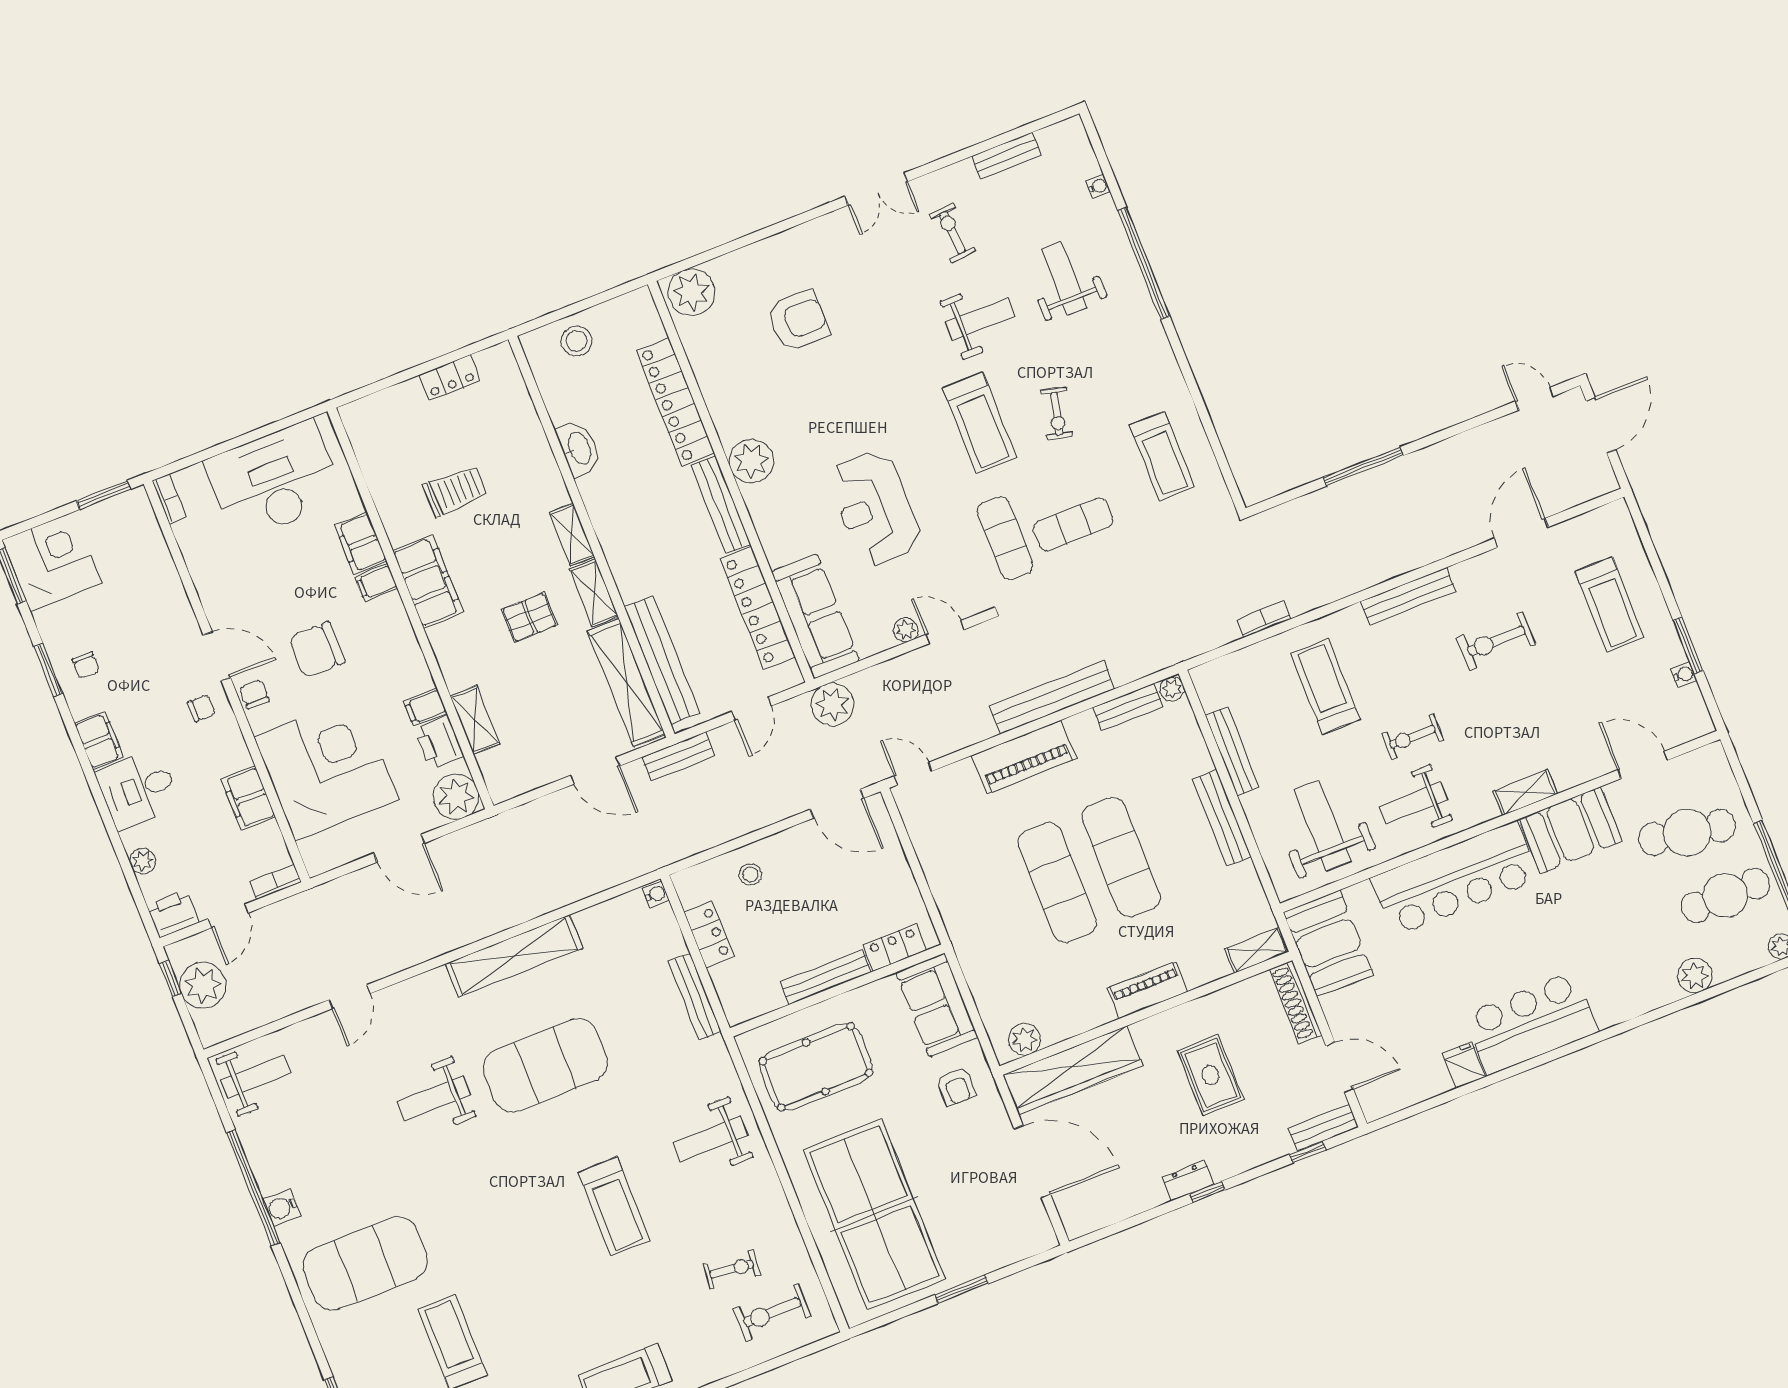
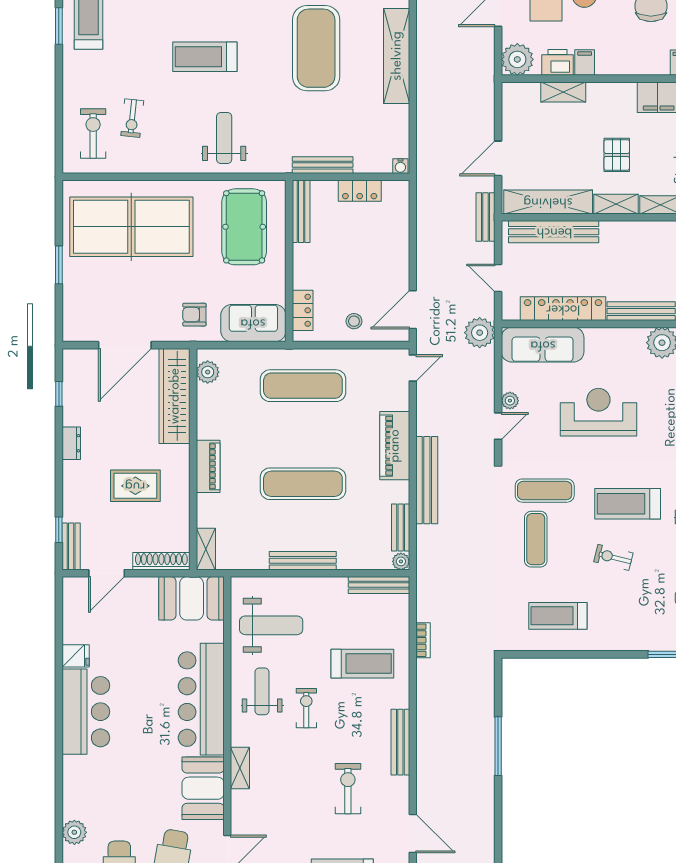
bench: (1232, 751) -> (379, 585), moved
stool: (750, 874) -> (354, 321), moved
exercise mat: (1057, 883) -> (303, 386), moved
bench: (826, 977) -> (301, 211), moved
window: (1207, 1192) -> (59, 394), moved

